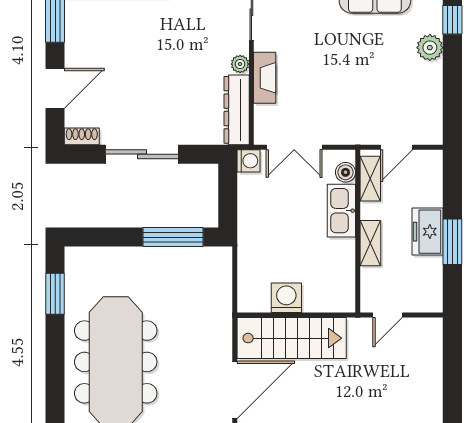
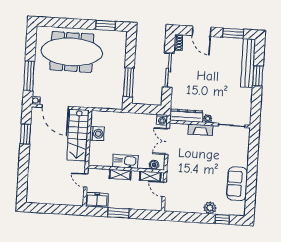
kitchen sink: (341, 211) -> (125, 161), moved
freezer: (428, 232) -> (97, 200), moved

